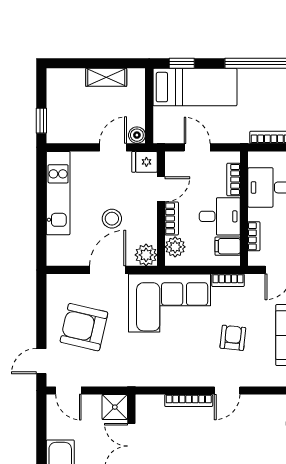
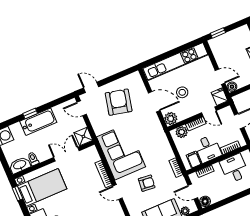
kitchen unit: (58, 193) -> (176, 62), width x1.36
corner sofa: (169, 303) -> (121, 152), moved, turned 180
door: (68, 390) -> (82, 108), hinge flipped

